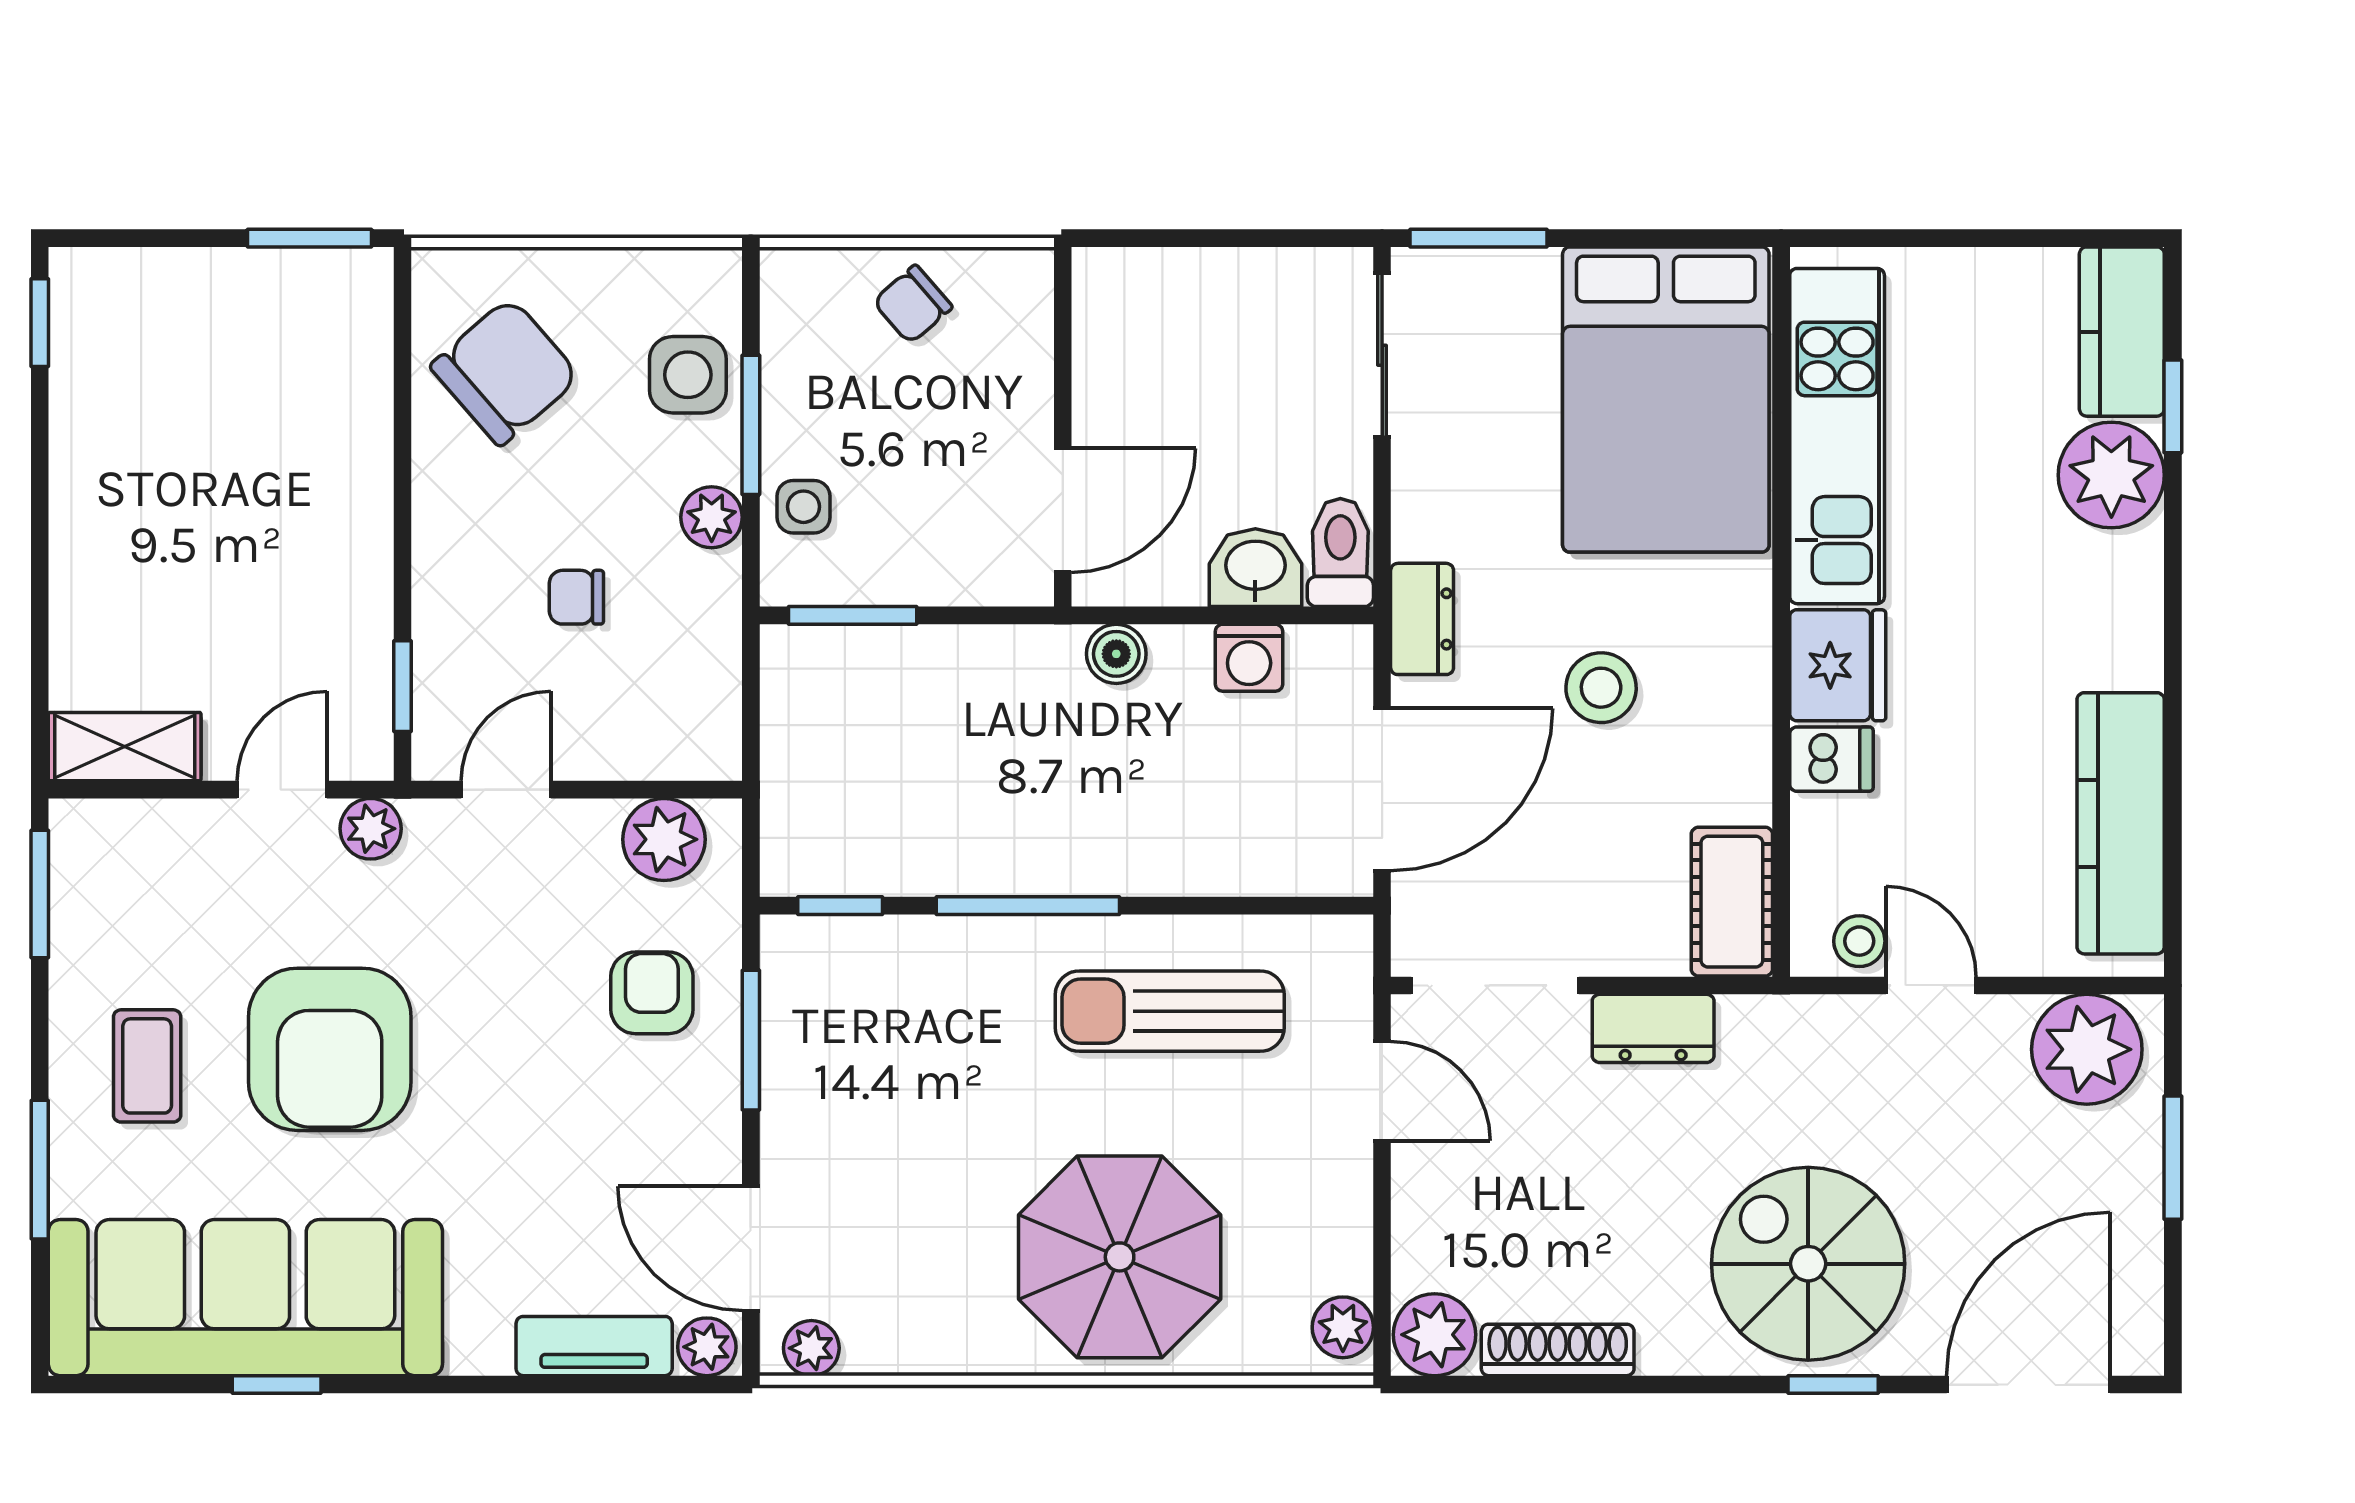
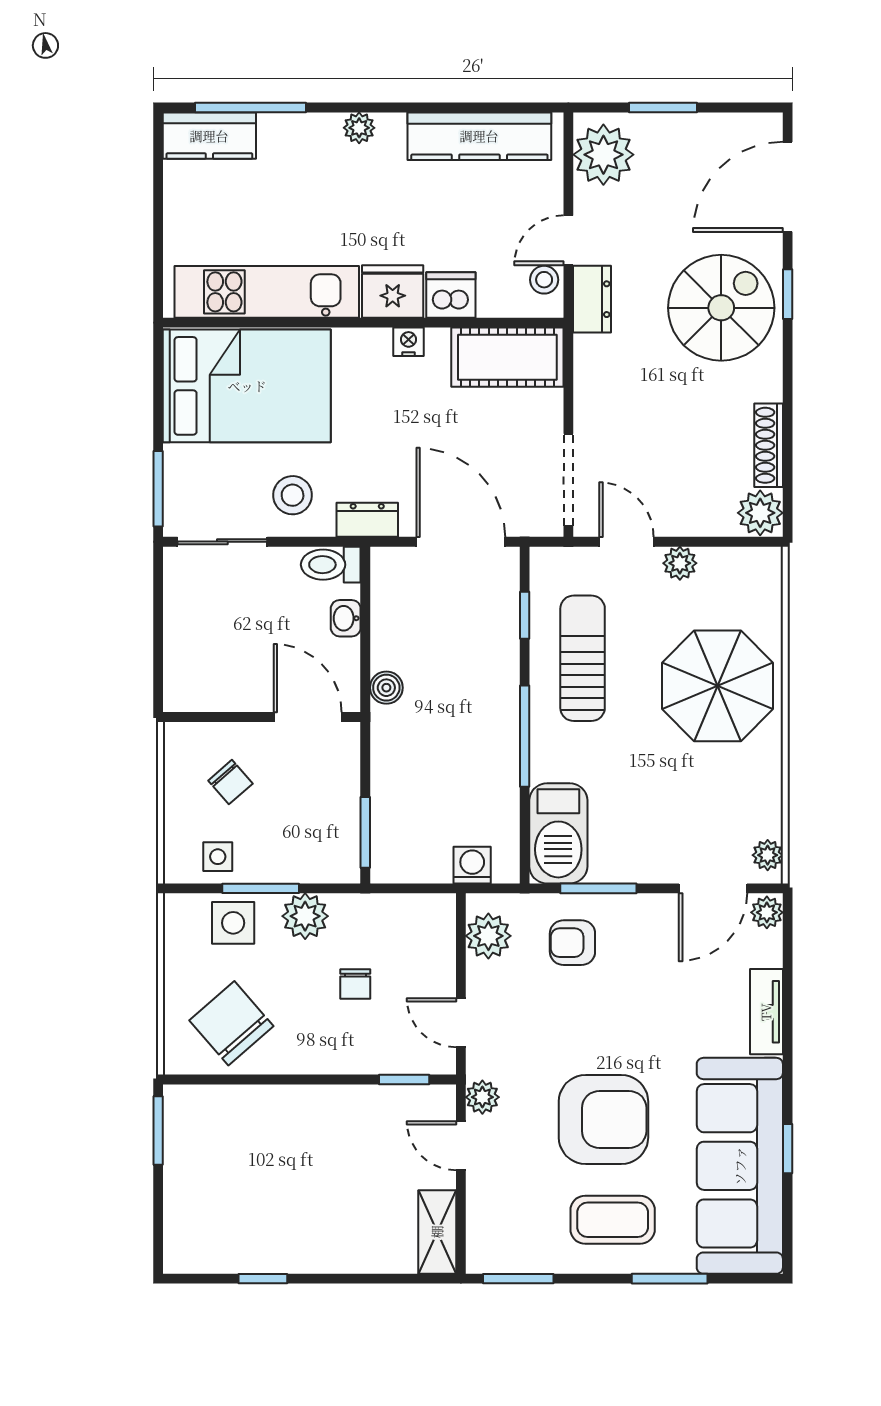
chair: (913, 304) -> (230, 782), moved
window: (40, 323) -> (263, 1279), moved
window: (2173, 406) -> (250, 107), width x2.17
plant: (2111, 475) -> (359, 128), moved, width x0.53, depth x0.53
side table: (804, 507) -> (218, 857), moved
plant: (712, 517) -> (305, 916), width x1.38, depth x1.38
washbasin: (1255, 568) -> (346, 618), width x0.72, depth x0.69
washing machine: (1249, 658) -> (472, 865), moved, turned -90
stool: (1601, 688) -> (293, 495), moved
nightstand: (1746, 694) -> (408, 342), added
dishwasher: (1831, 759) -> (451, 295), width x1.38
cot: (1732, 902) -> (507, 357), width x1.37, depth x1.34
window: (840, 906) -> (525, 615), moved
barbecue: (851, 967) -> (558, 833), added
sun lounger: (1170, 1011) -> (583, 658), turned 180
dresser: (1653, 1028) -> (592, 299), moved
coffee table: (147, 1066) -> (613, 1220), width x1.36, depth x1.30
door: (1382, 1091) -> (626, 542), hinge flipped
spiral stairs: (1808, 1264) -> (721, 308), turned 180
plant: (1343, 1327) -> (680, 563), moved
tv unit: (594, 1346) -> (766, 1012), moved
door: (2028, 1385) -> (788, 187), hinge flipped

